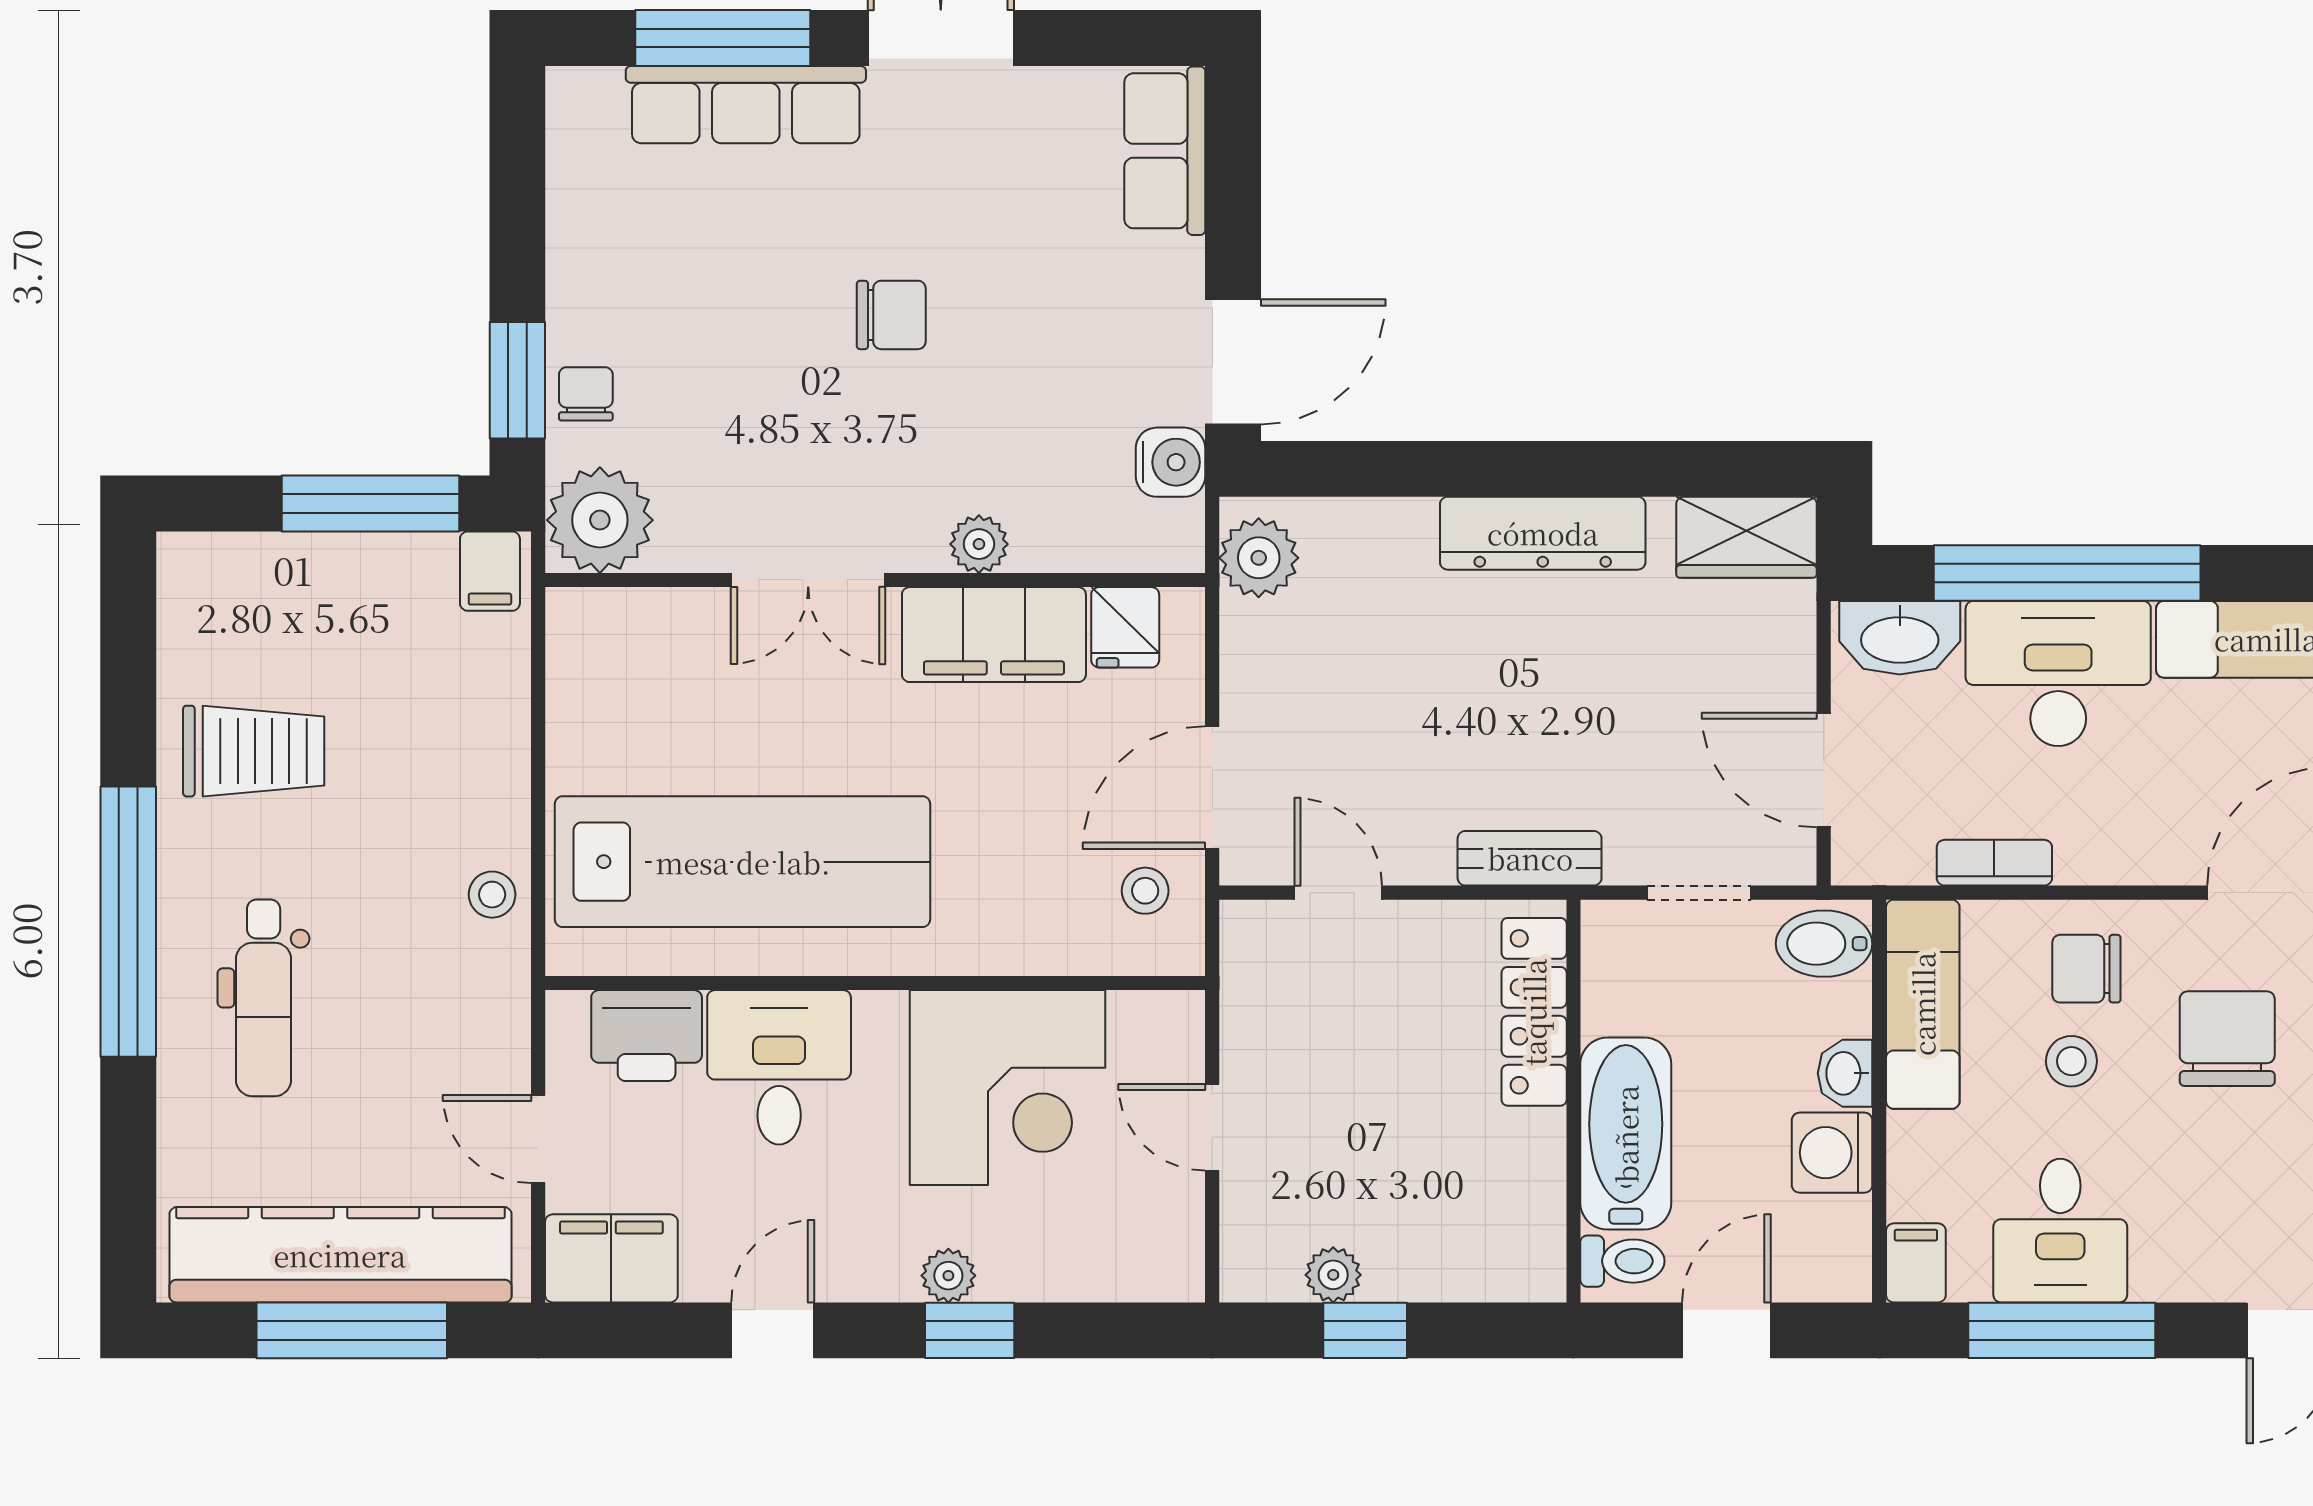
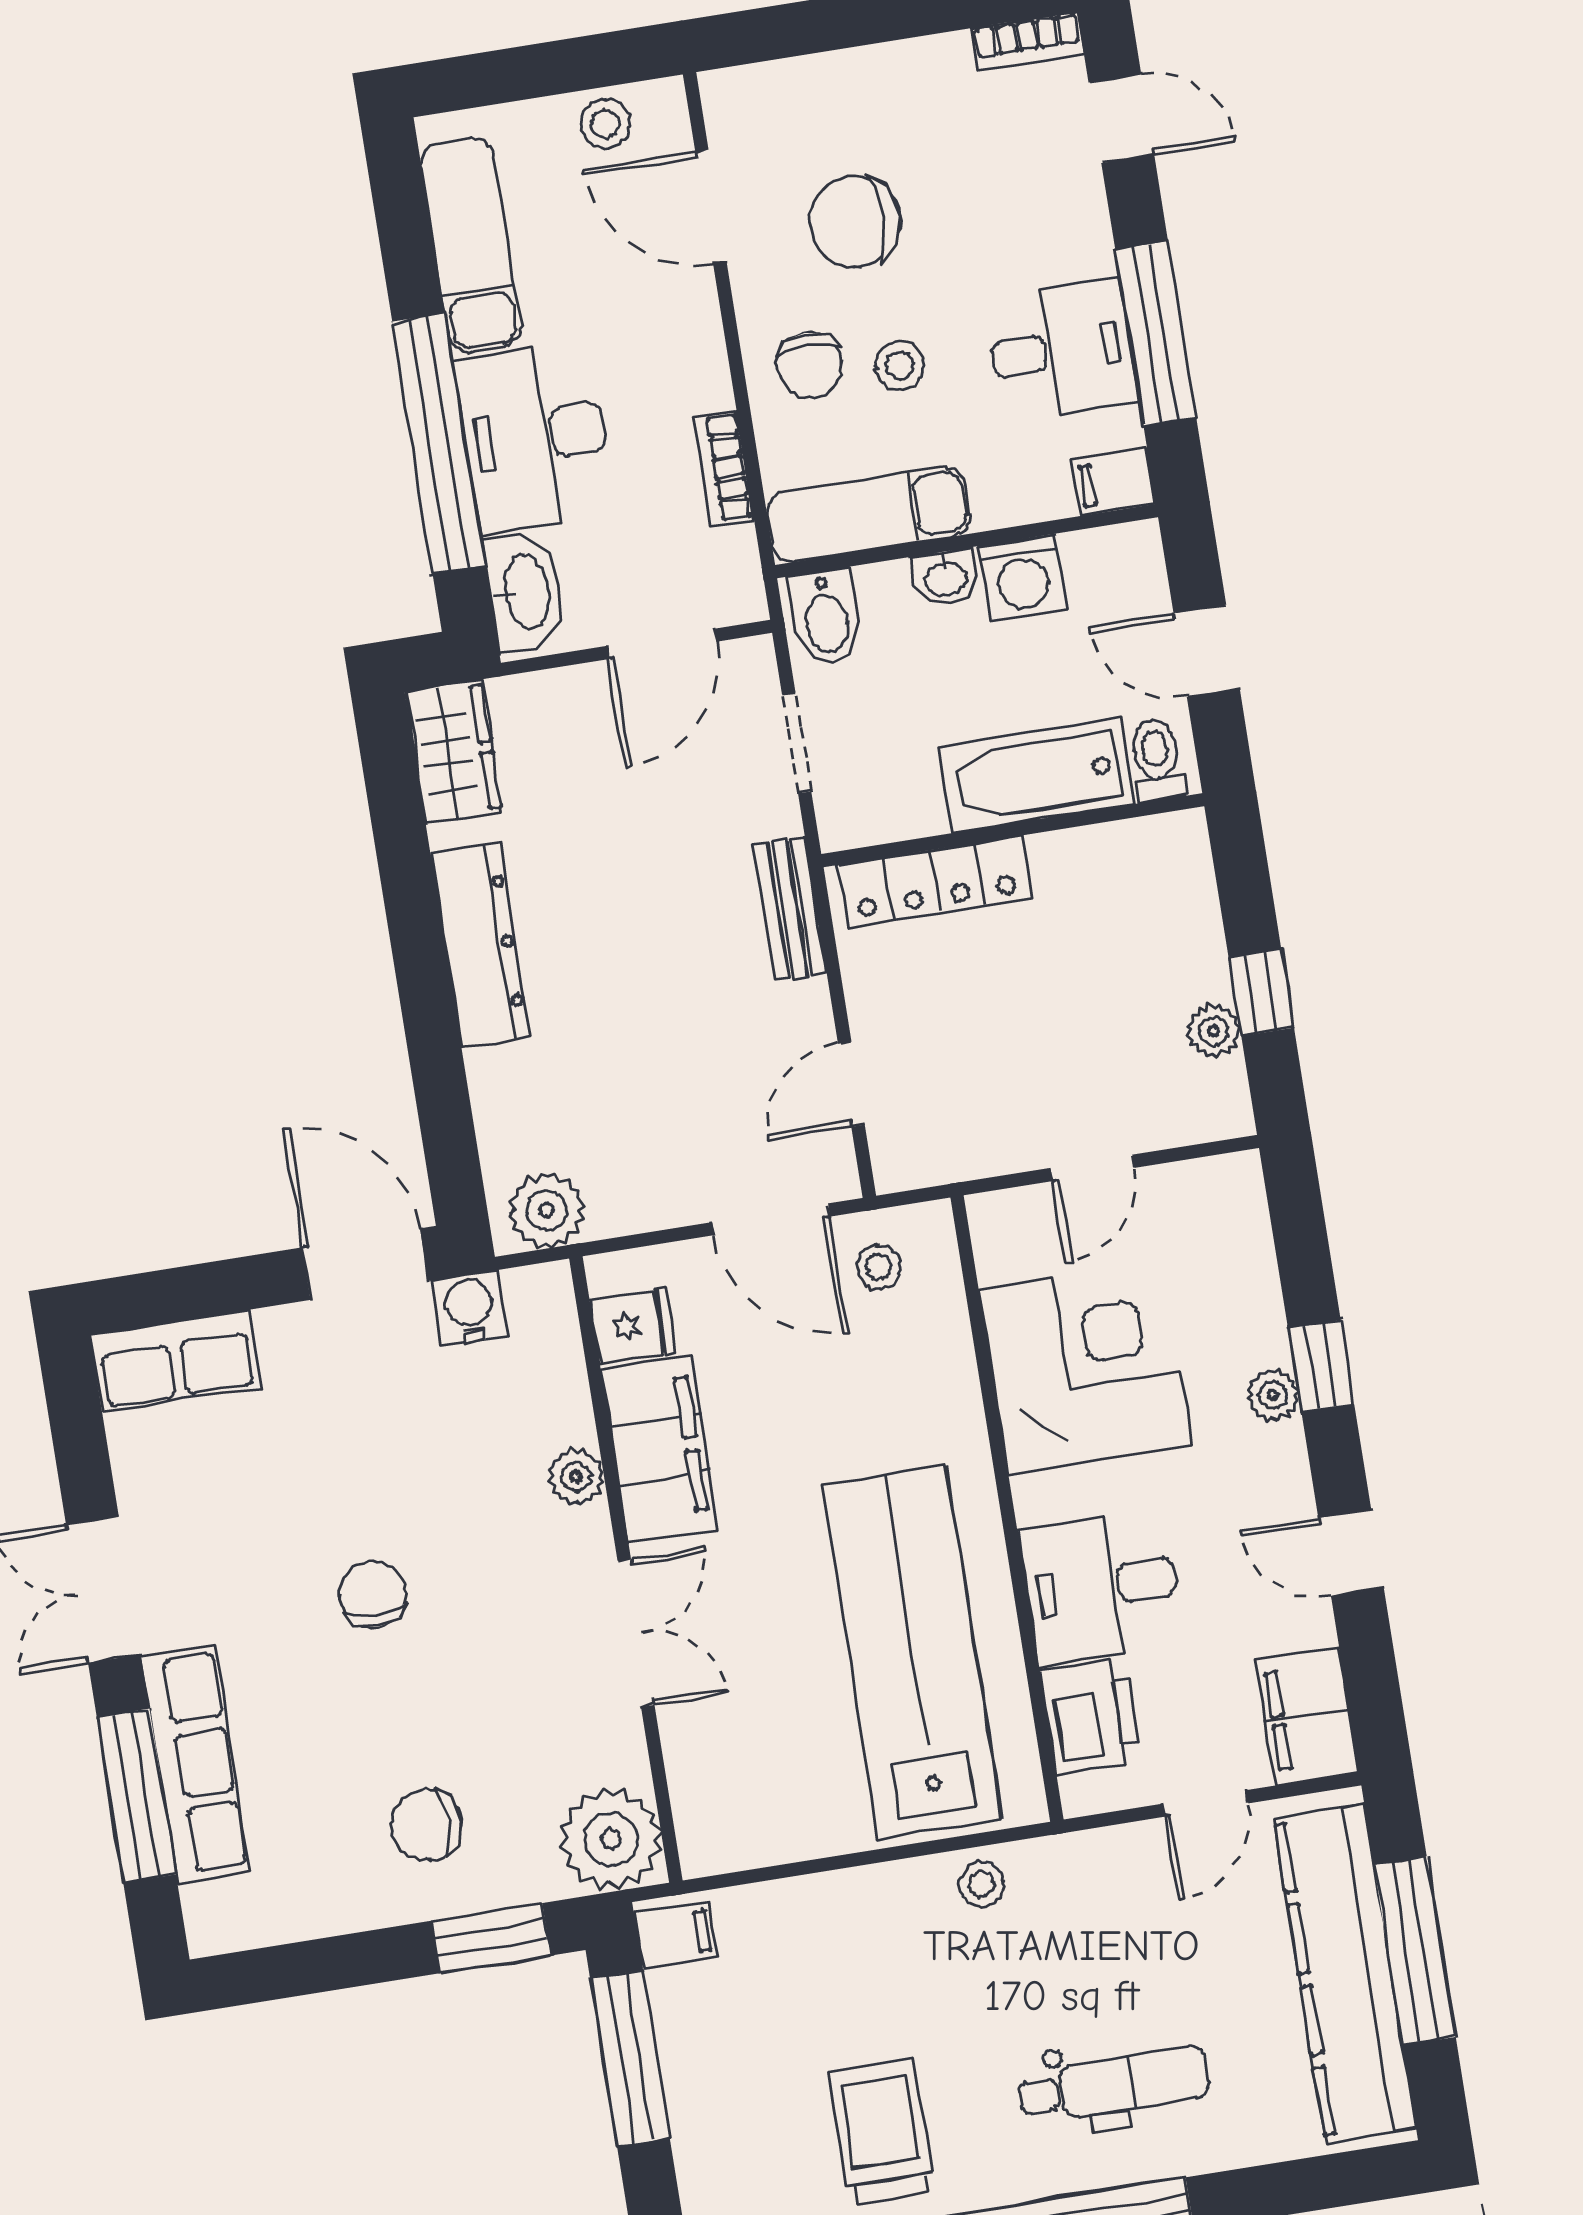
chair: (586, 394) -> (426, 1825), moved, width x1.37, depth x1.37

